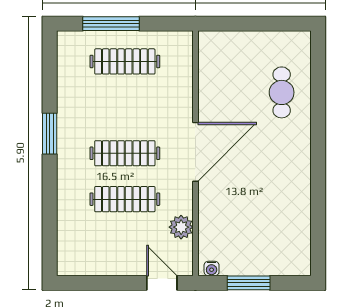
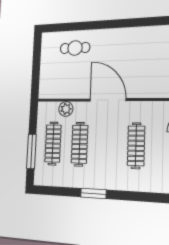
clothes rail: (125, 153) -> (80, 144), moved
plant: (181, 227) -> (66, 109), moved

